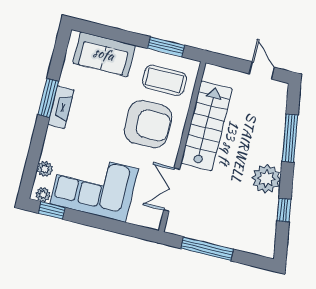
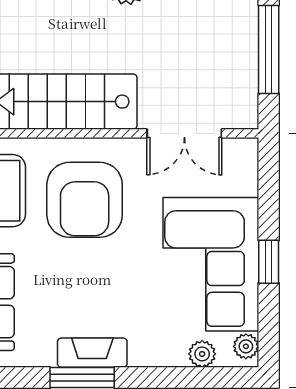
armchair: (148, 124) -> (85, 200), turned 180
window: (52, 210) -> (269, 262), moved

